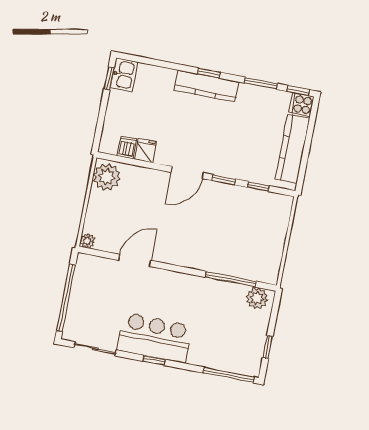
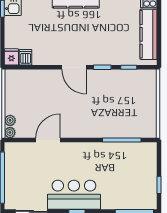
fridge: (145, 150) -> (11, 57), moved
door: (187, 173) -> (74, 67), hinge flipped
plant: (107, 177) -> (10, 120), moved, width x0.53, depth x0.53
plant: (257, 298) -> (144, 150), removed

